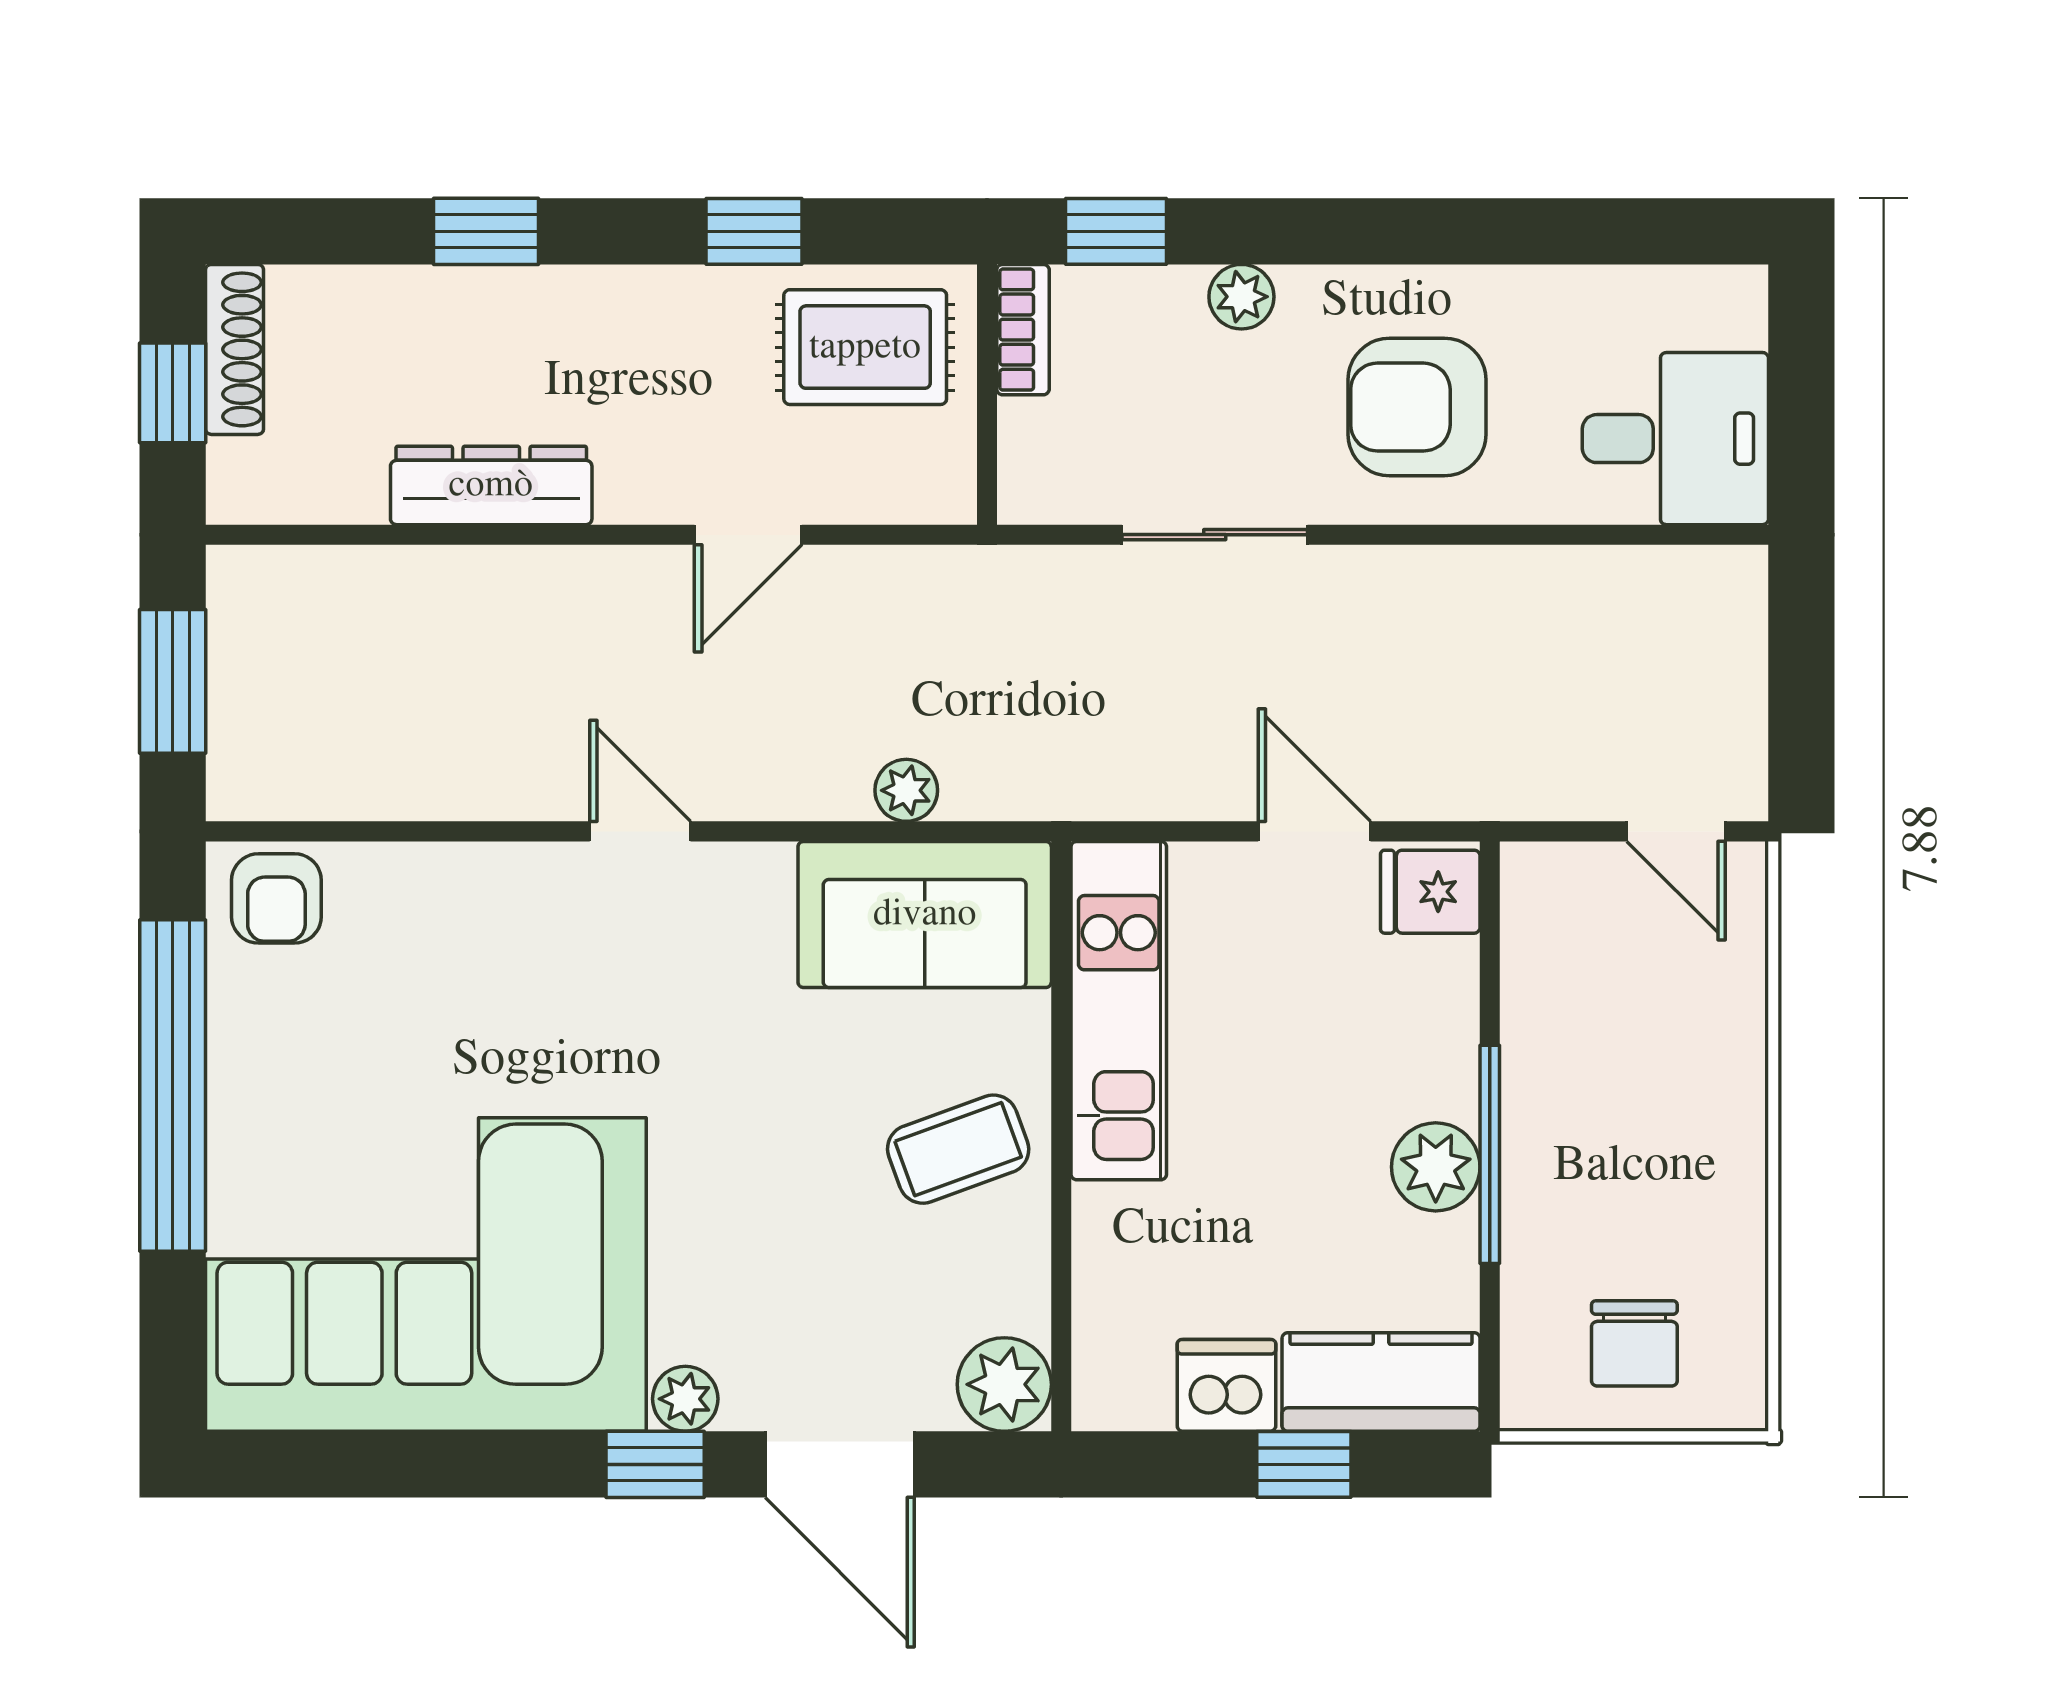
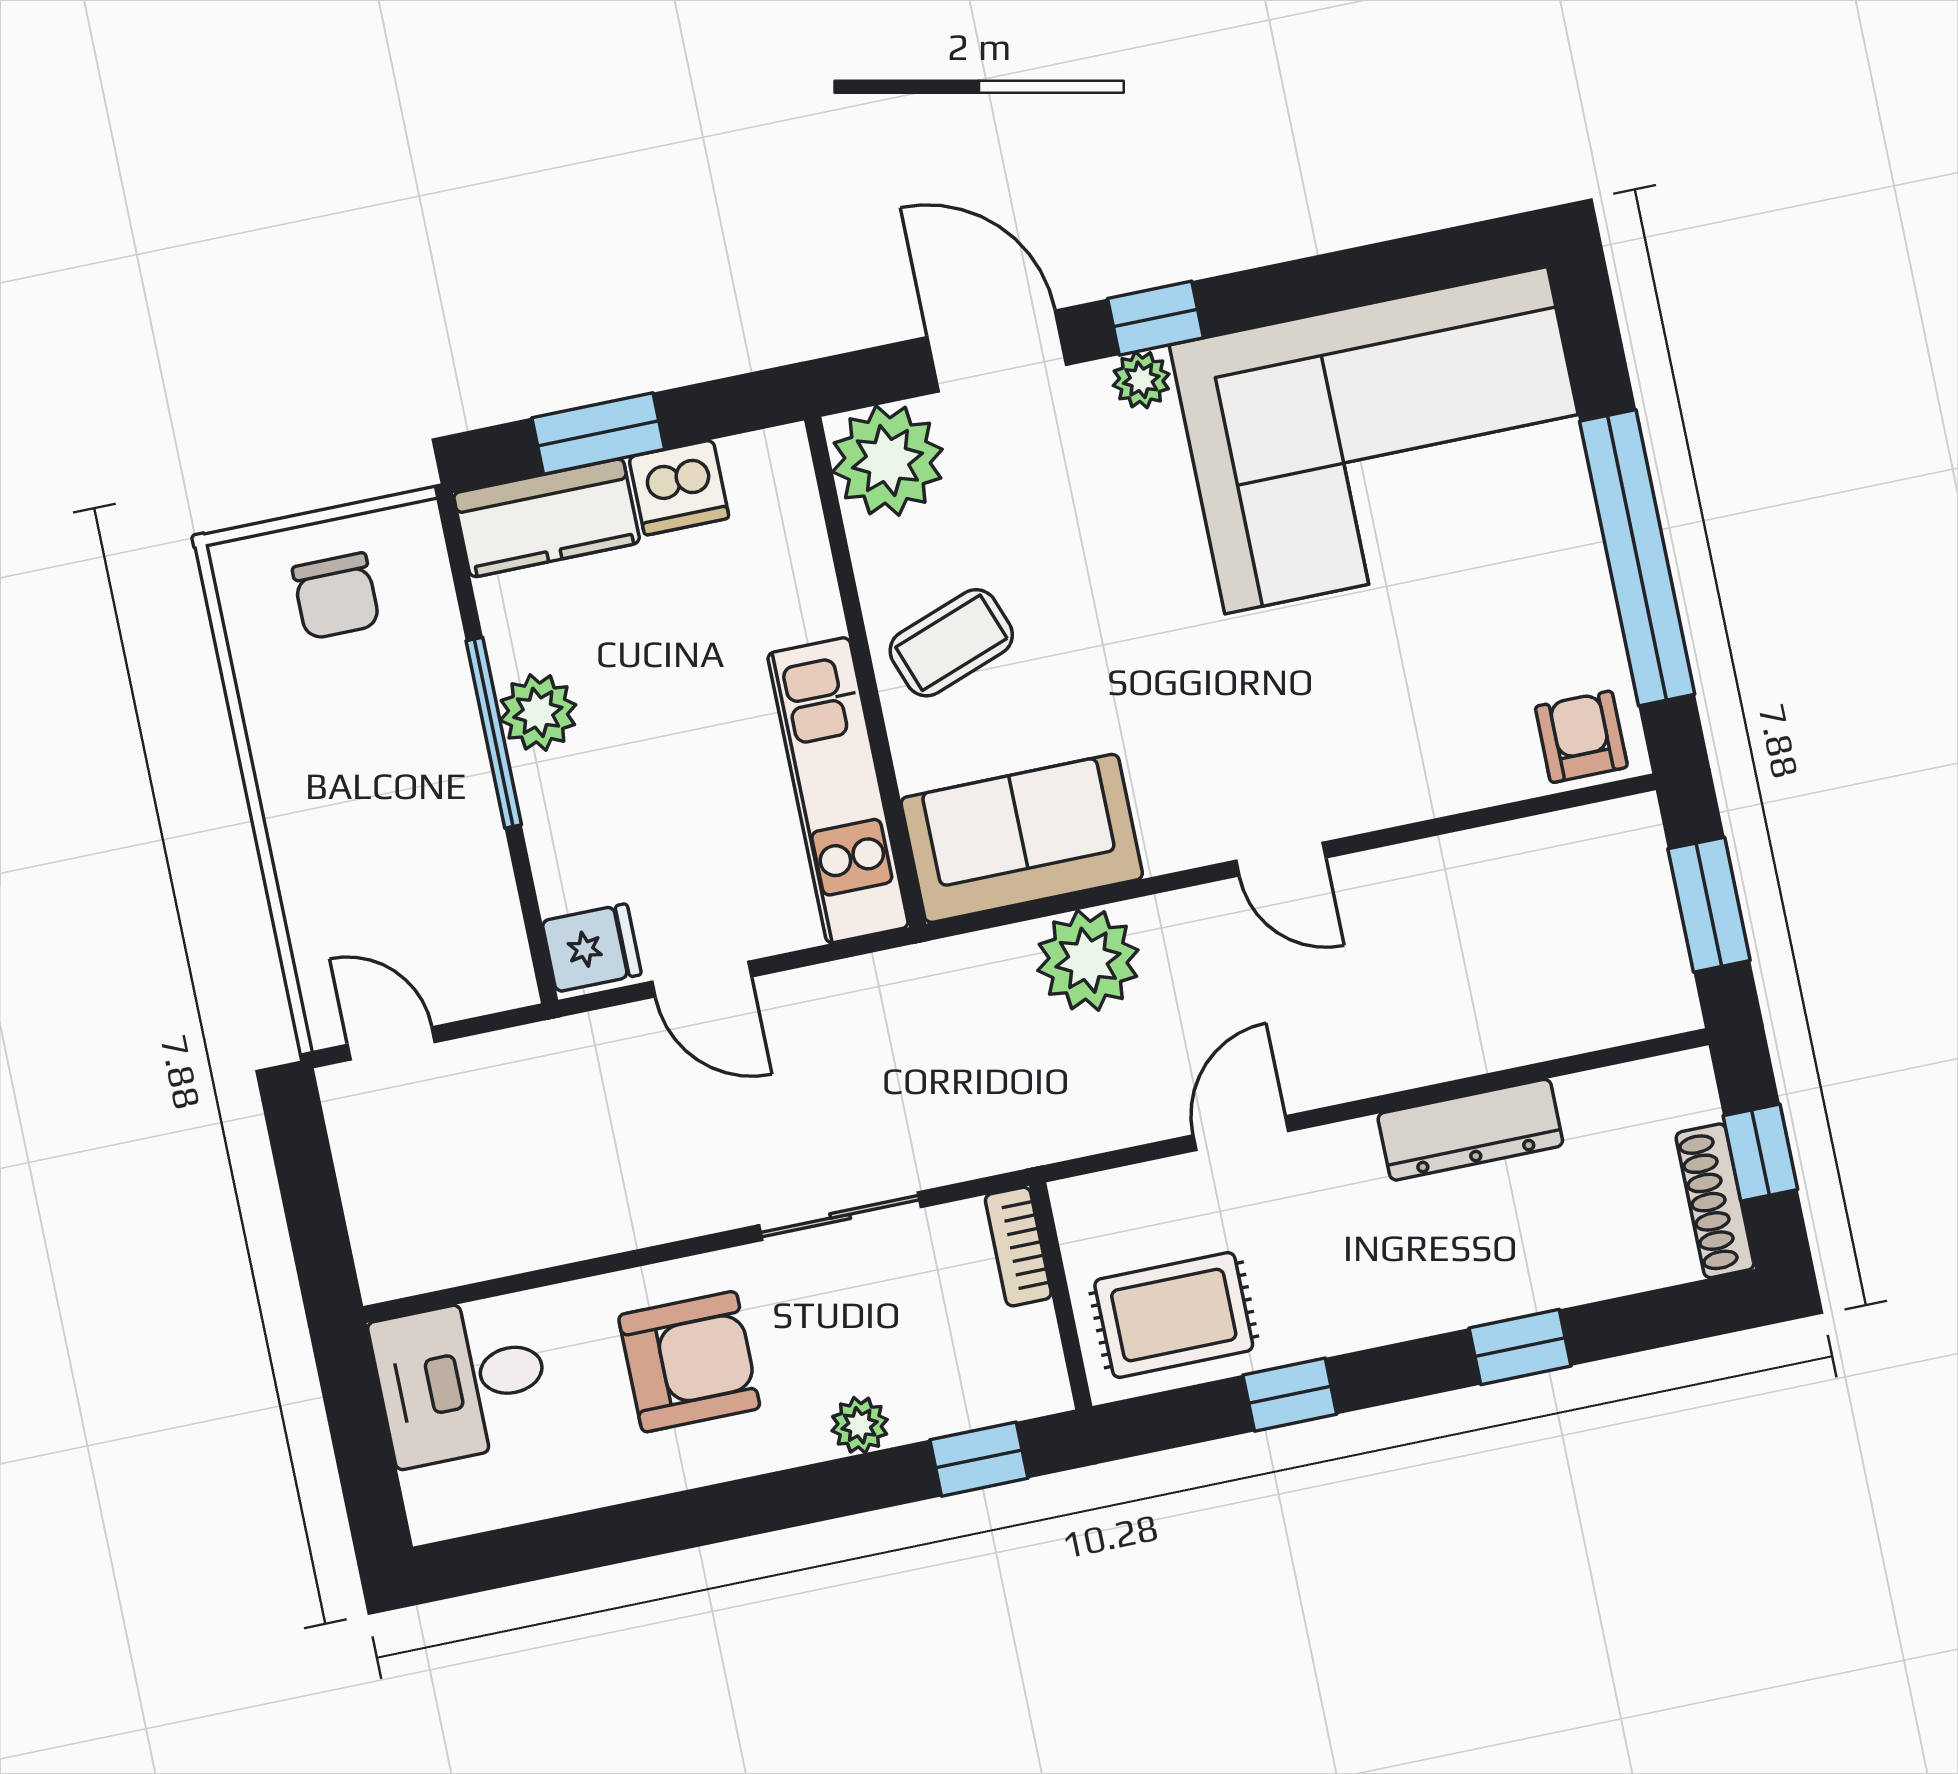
bookcase: (1023, 330) -> (1018, 1247), moved
plant: (906, 790) -> (1088, 960), width x1.88, depth x1.88
chair: (1634, 1343) -> (336, 596), turned 180
plant: (1004, 1384) -> (887, 460), width x1.36, depth x1.36
window: (1304, 1464) -> (598, 434), width x1.50

